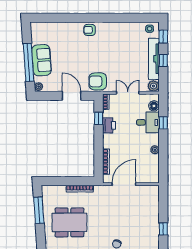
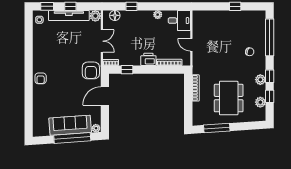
sofa: (42, 60) -> (70, 125), width x1.36
double door: (128, 93) -> (102, 41), swing flipped
desk: (148, 122) -> (179, 21), moved, turned 90
printer: (109, 125) -> (148, 59), moved
door: (124, 184) -> (191, 45), width x0.53

